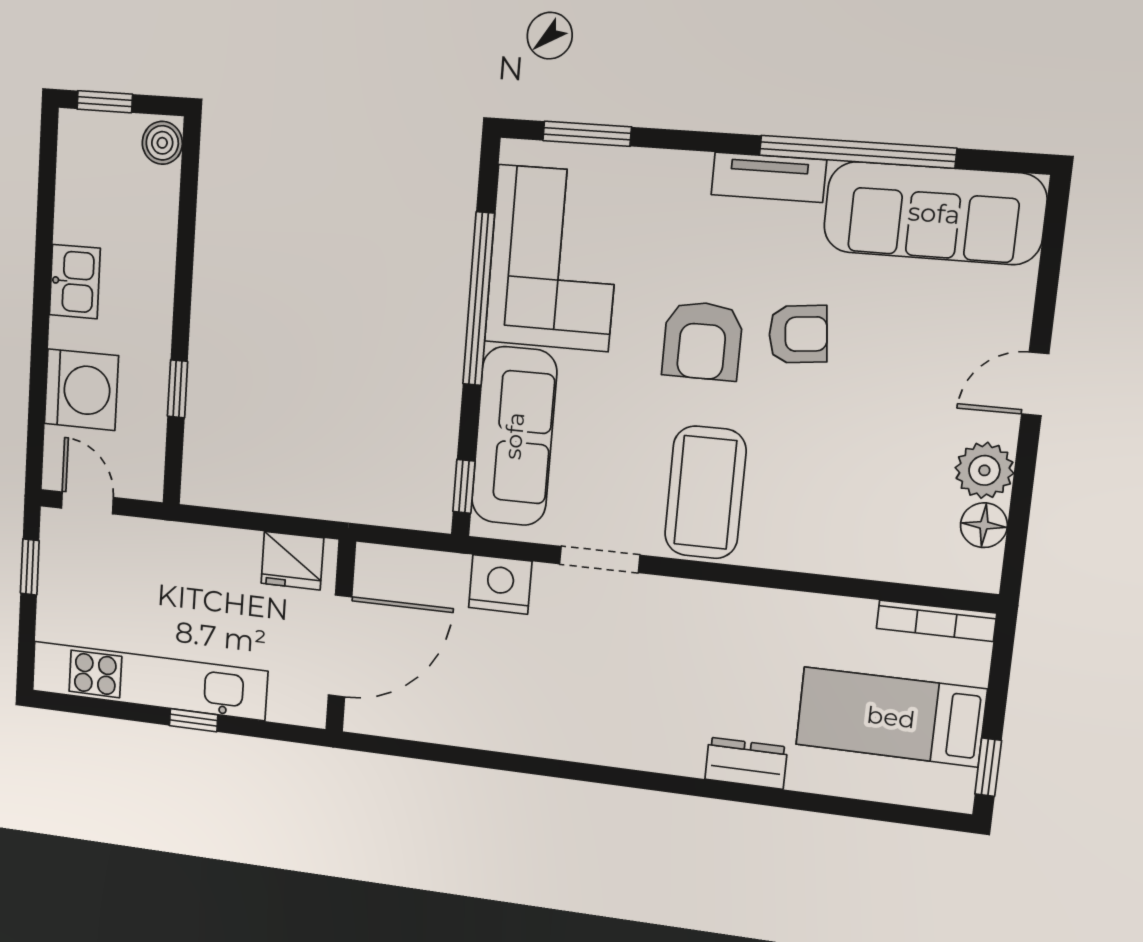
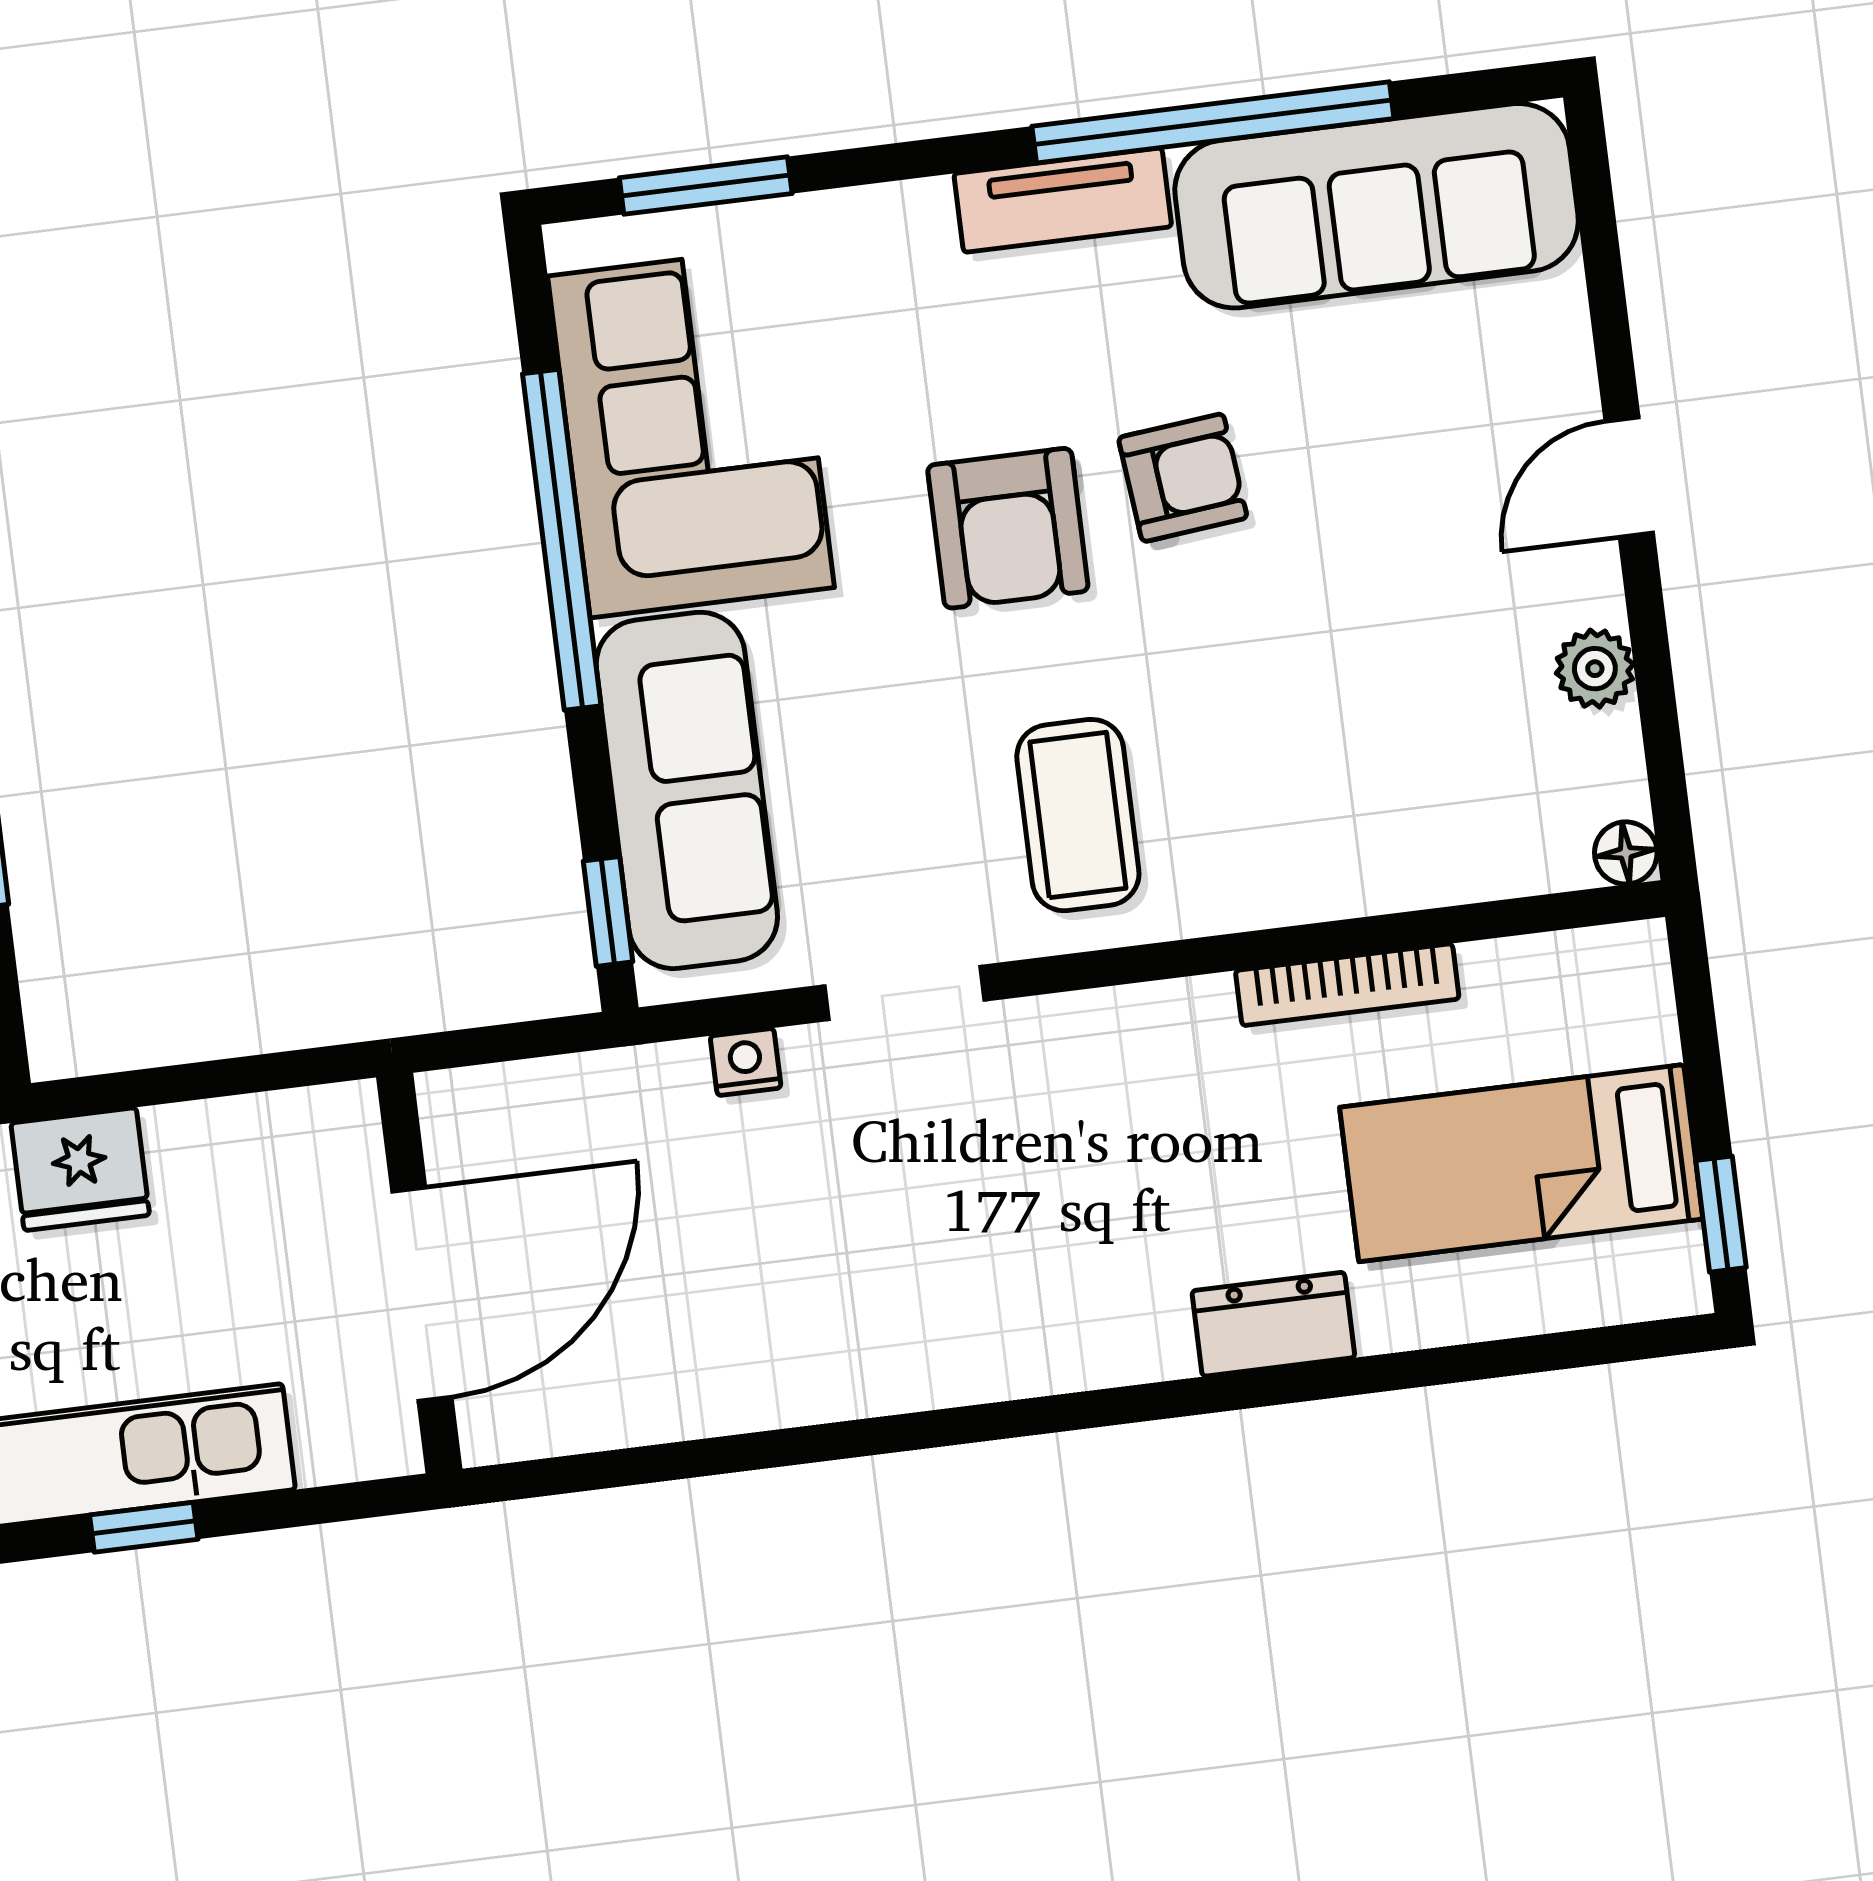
plant: (984, 470) -> (1595, 669), width x0.73, depth x0.73
coffee table: (705, 492) -> (1078, 815), width x0.73, depth x0.76
floor lamp: (984, 525) -> (1626, 853), moved, width x0.73, depth x0.73
fridge: (292, 561) -> (80, 1169), moved
nightstand: (500, 584) -> (746, 1062), width x0.53, depth x0.56
bookcase: (936, 621) -> (1347, 985), moved

